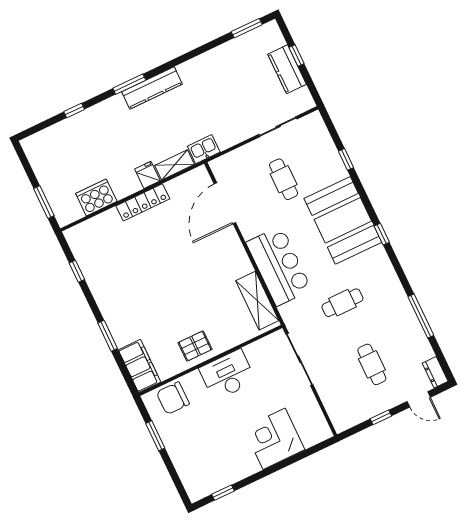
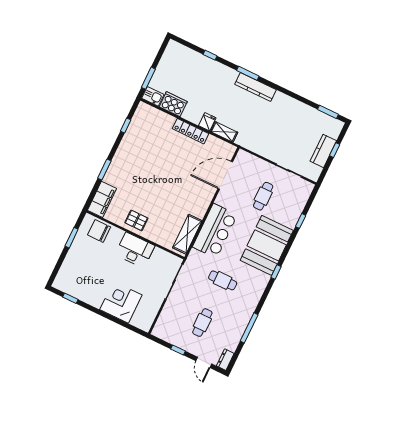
kitchen sink: (204, 149) -> (153, 96), moved

